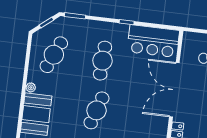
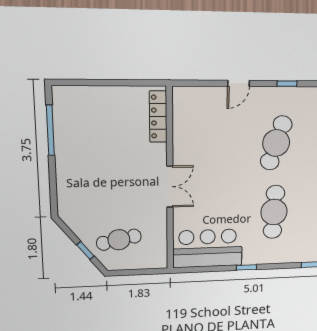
double door: (174, 90) -> (170, 187), width x0.54

